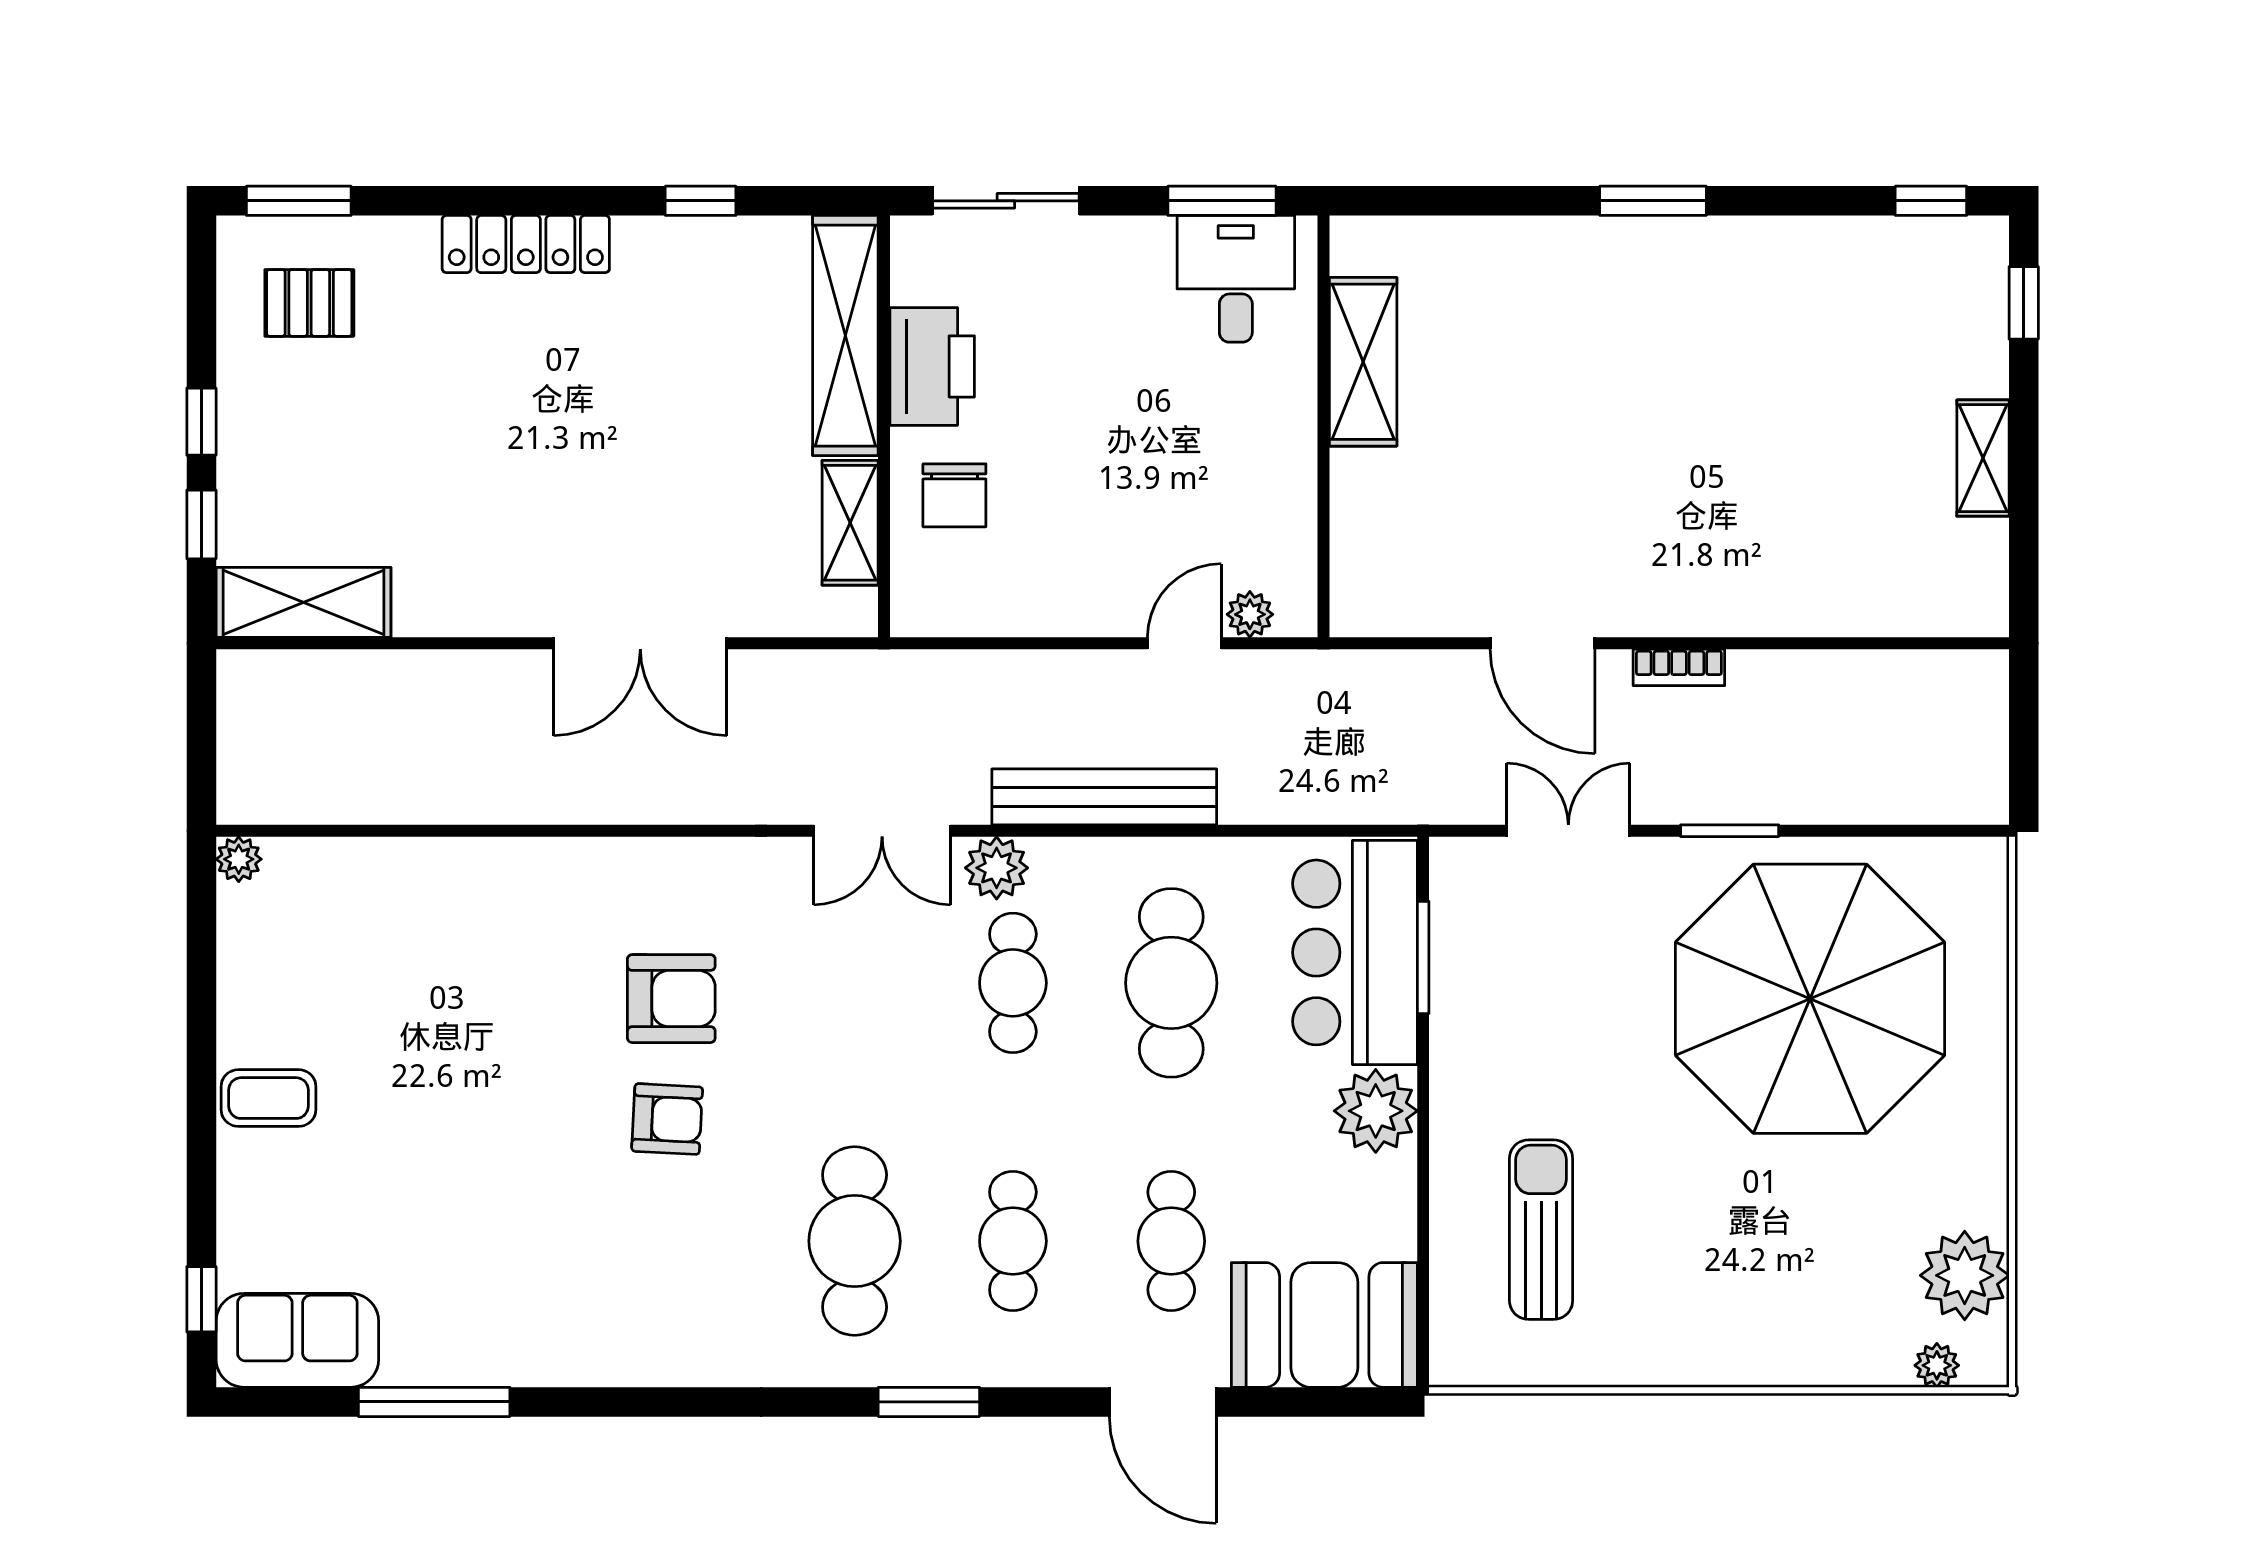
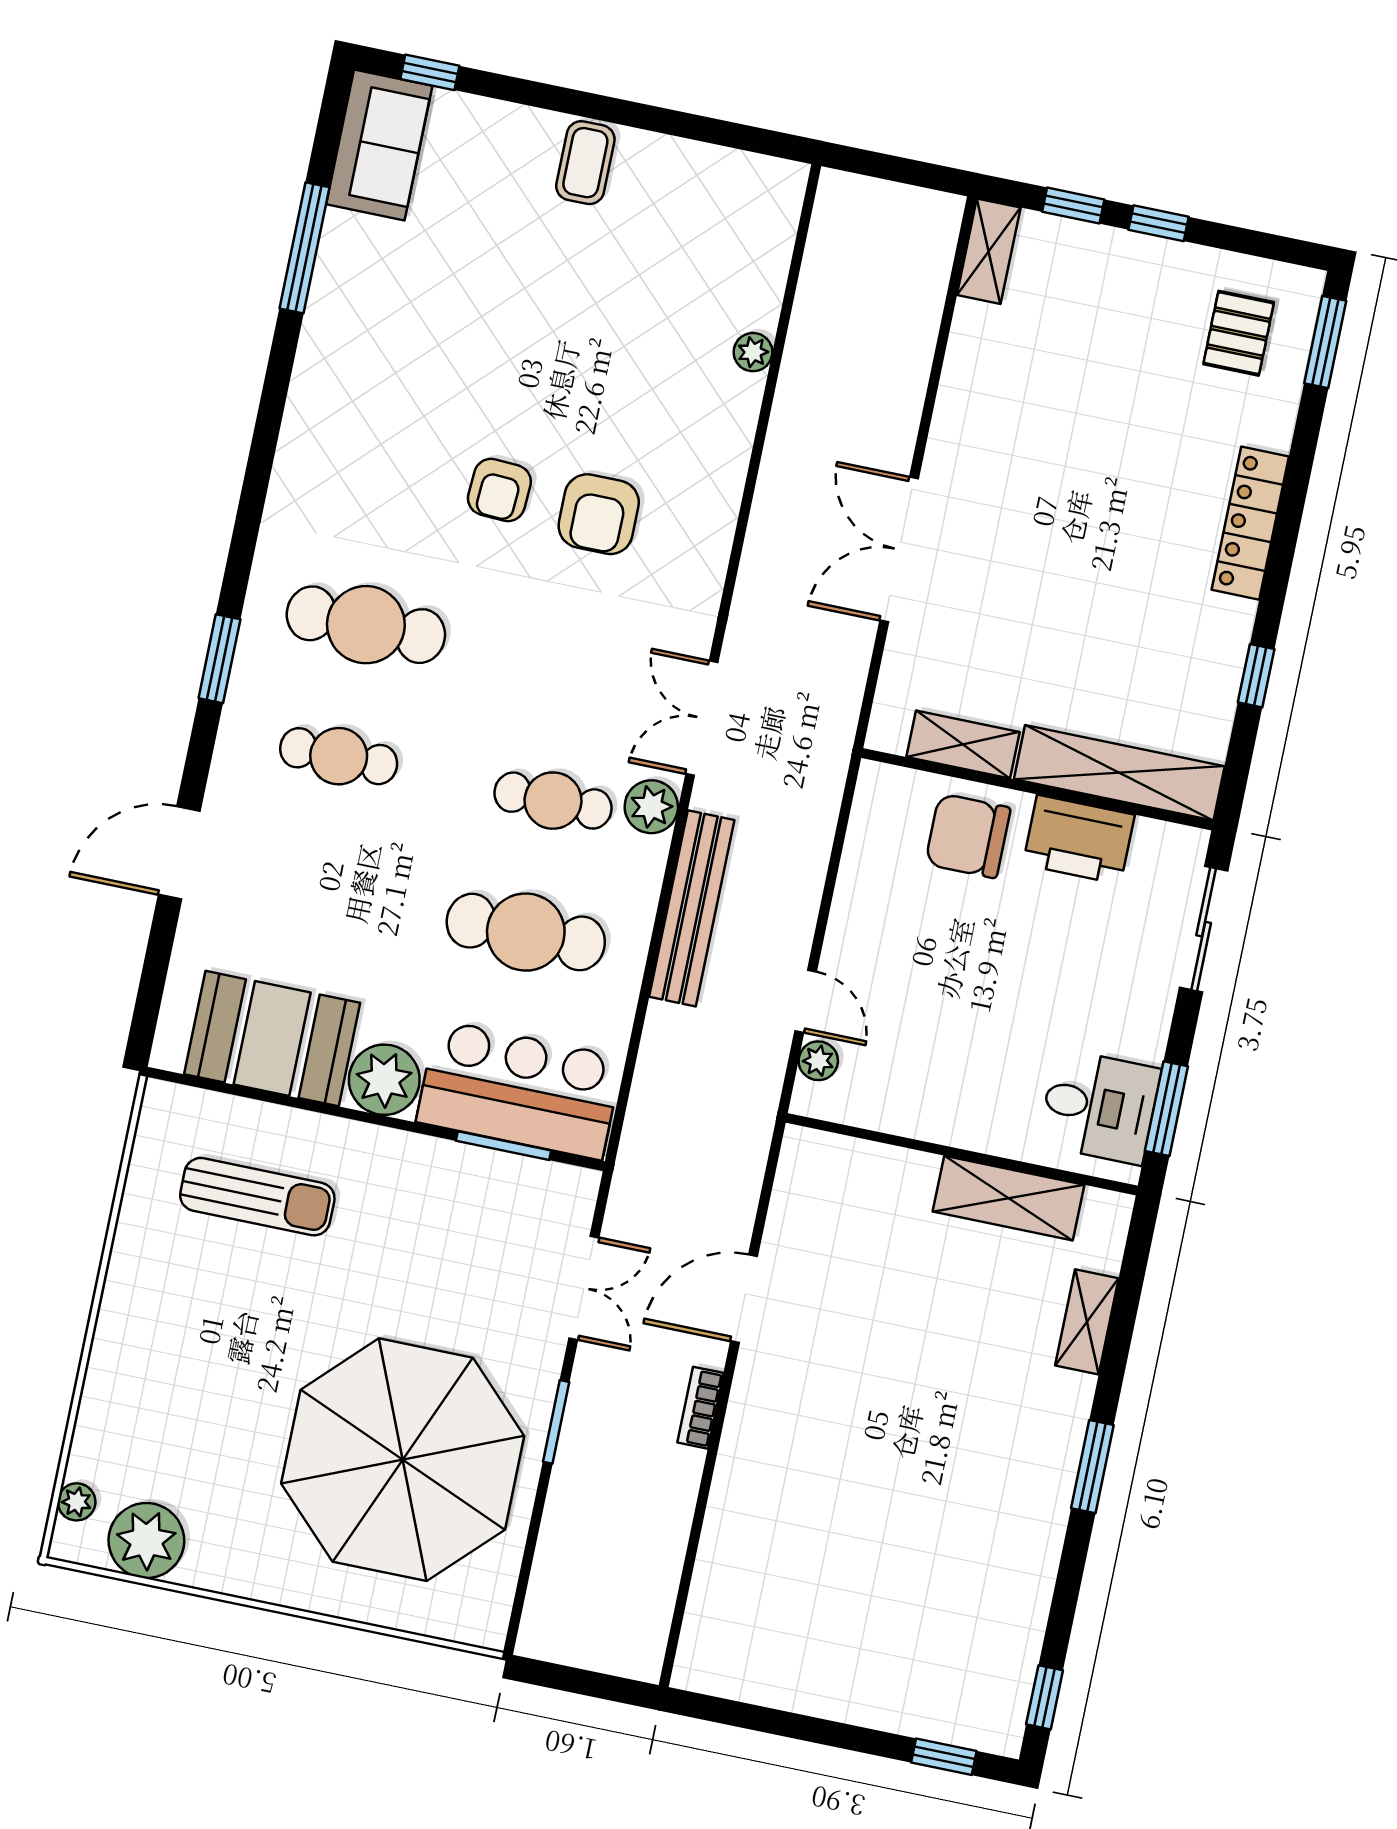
shelving: (1983, 458) -> (1087, 1322), moved, turned 90
chair: (954, 495) -> (968, 836), width x1.37, depth x1.37
shelving: (304, 602) -> (989, 251), width x0.67, depth x0.75
plant: (239, 859) -> (753, 352), moved
cafe table: (1171, 1241) -> (311, 888), removed
booth: (1324, 1325) -> (272, 1039), moved, turned 90

